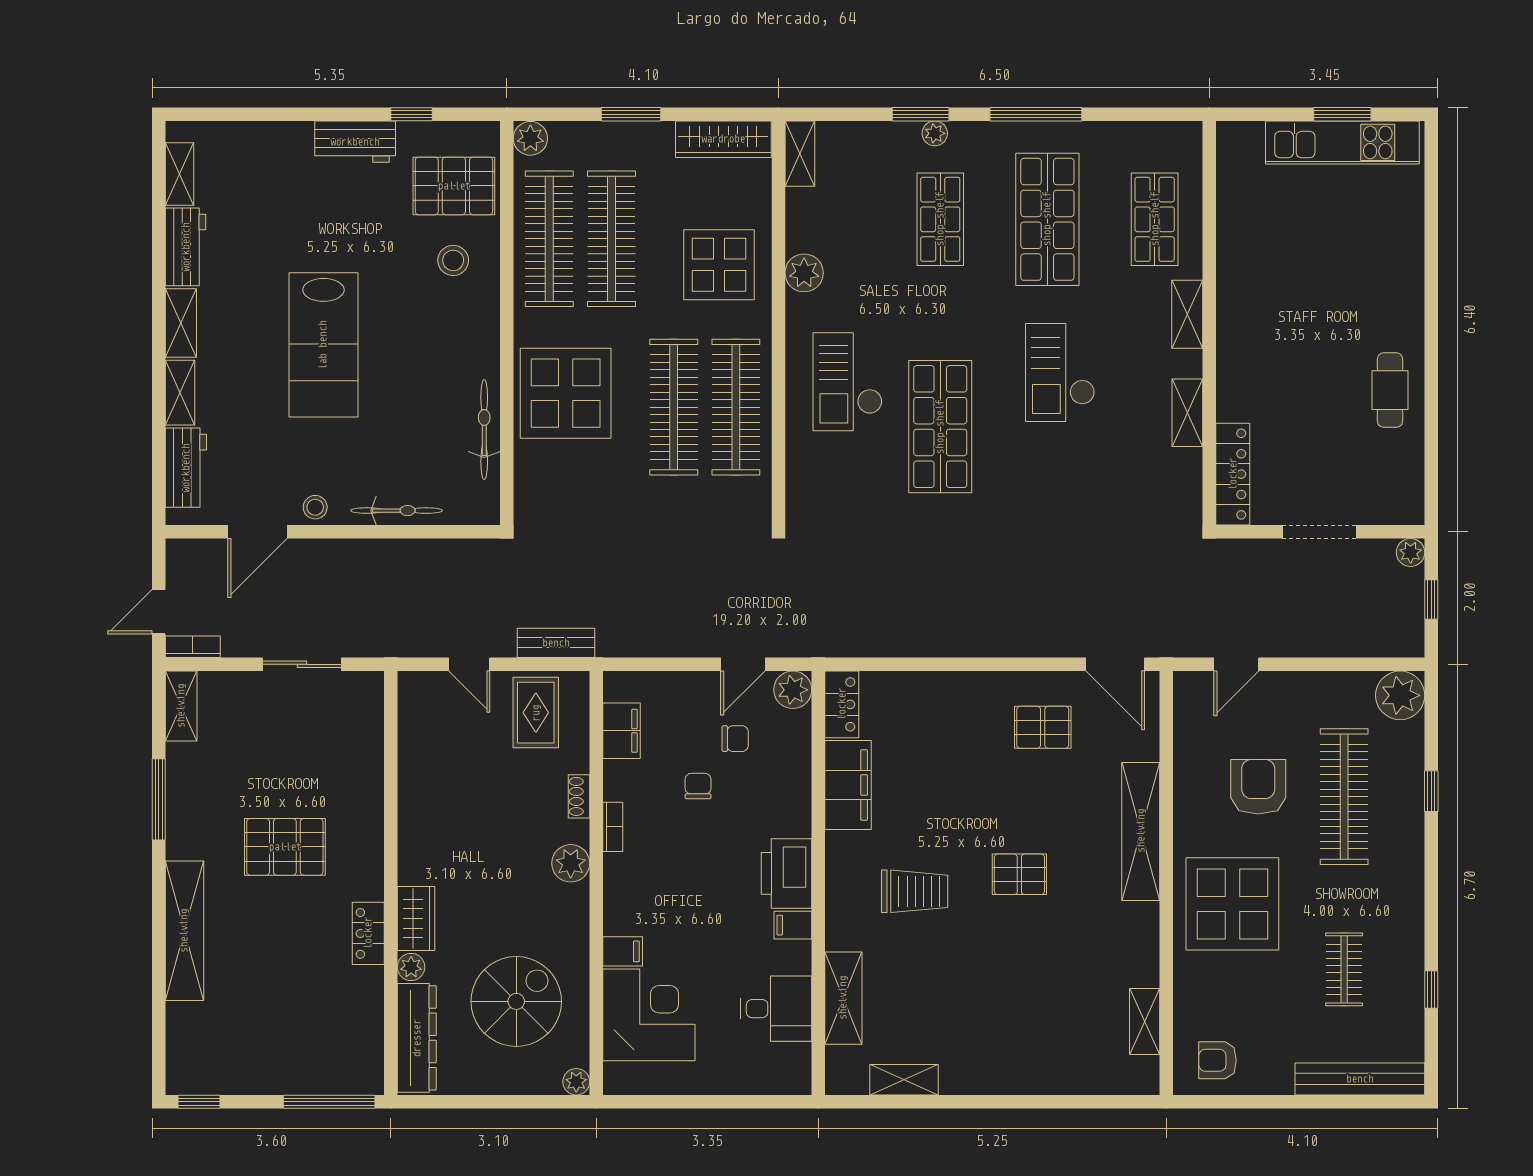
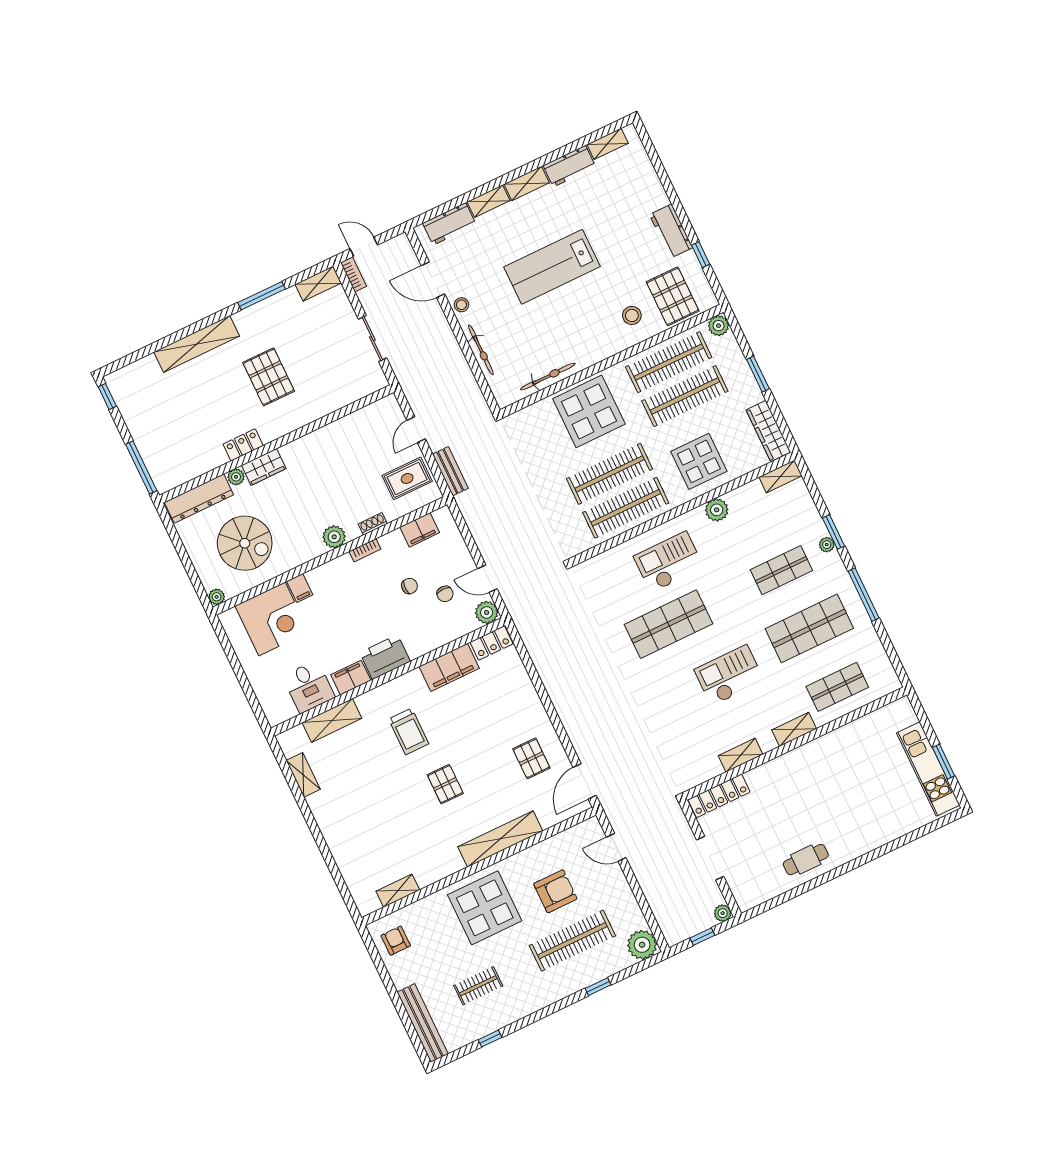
filing cabinet: (793, 925) -> (351, 678), width x2.00

